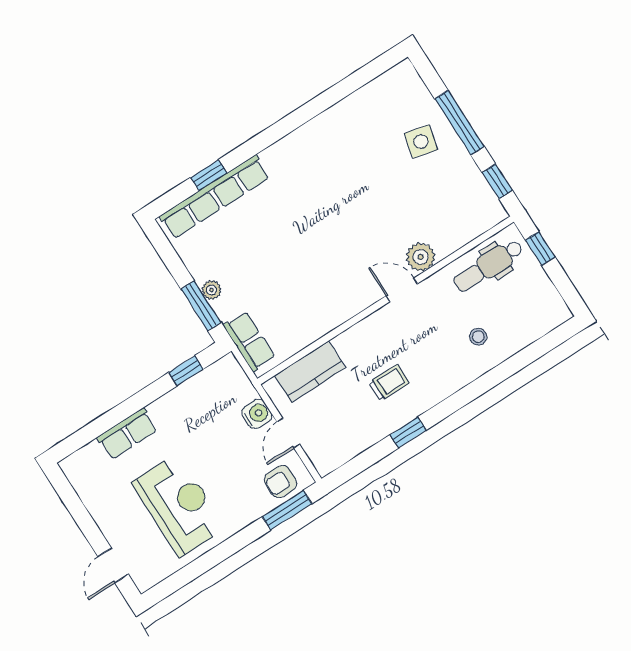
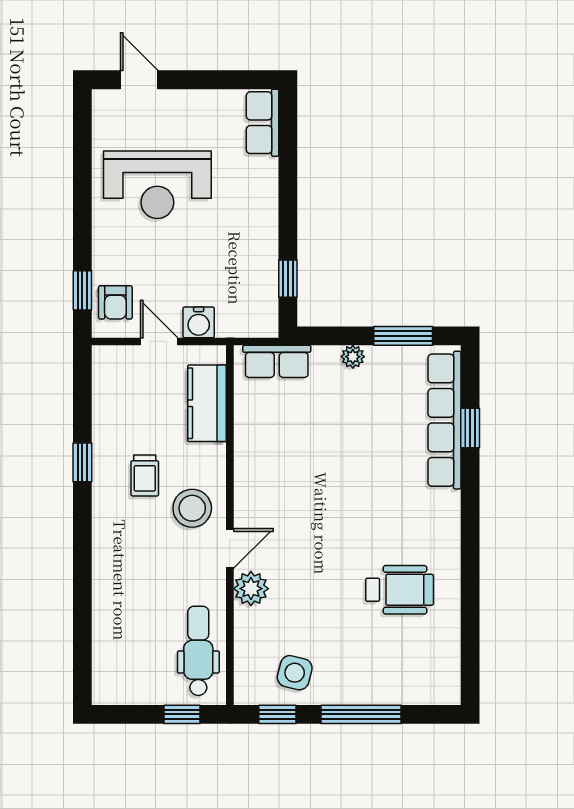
side table: (421, 142) -> (295, 673), moved
wheelchair: (354, 152) -> (400, 590), added
window: (201, 306) -> (403, 336), moved
stool: (478, 337) -> (192, 508), moved, width x1.89, depth x1.89
row of seats: (127, 434) -> (263, 123), moved
armchair: (281, 482) -> (115, 302), turned 180
window: (287, 510) -> (82, 290), width x0.67

